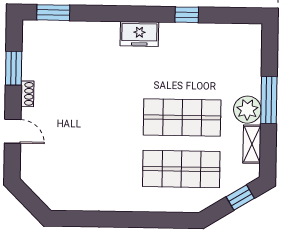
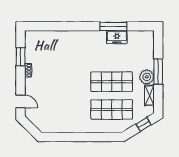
window: (53, 13) -> (41, 26), removed
window: (187, 15) -> (113, 26), width x2.17
freezer: (139, 34) -> (117, 37), moved
door: (13, 131) -> (21, 101), moved

